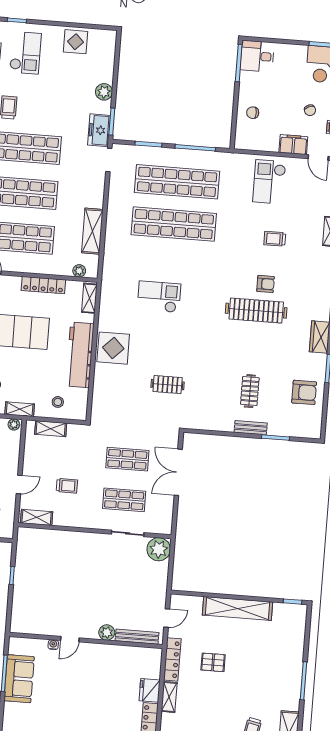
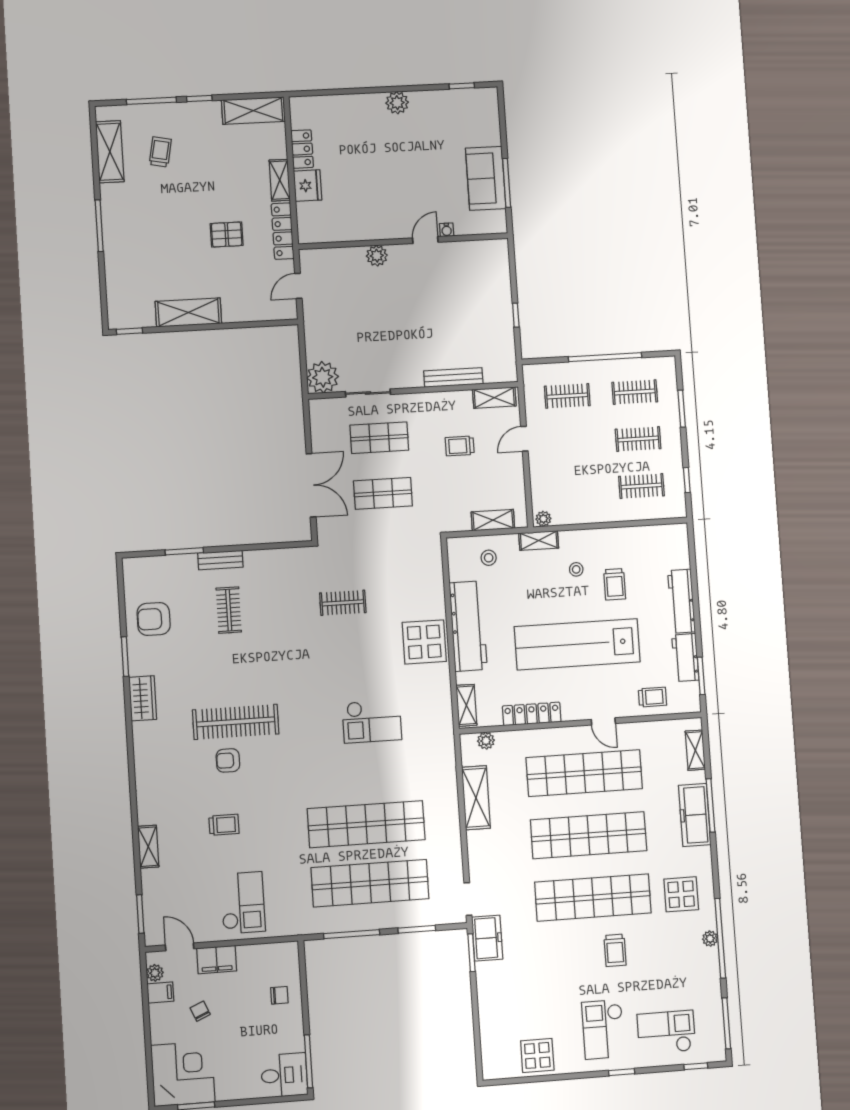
plant: (104, 92) -> (488, 992), removed
shelving: (237, 608) -> (188, 313), width x0.68
bench: (137, 637) -> (453, 377), moved

